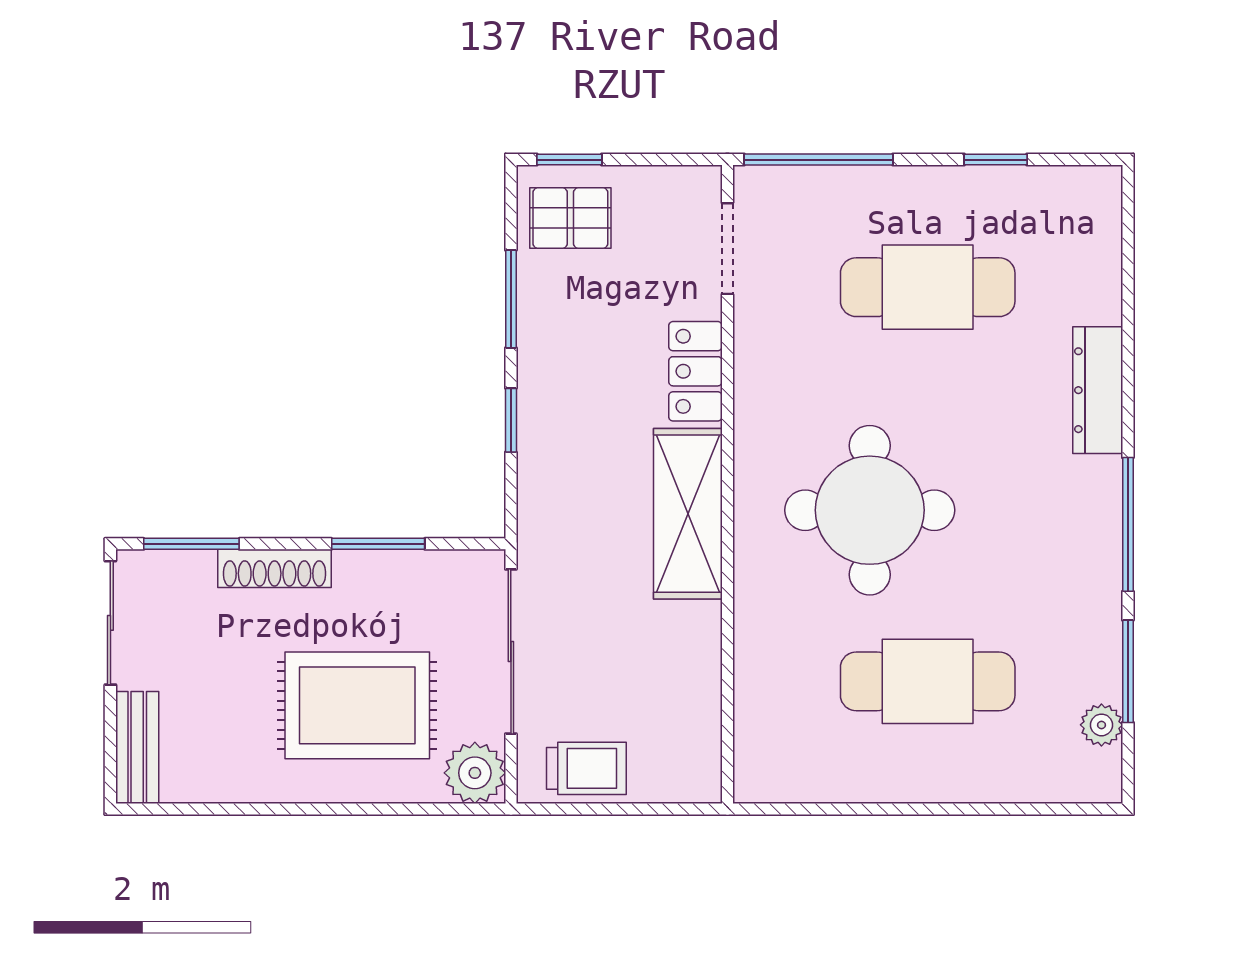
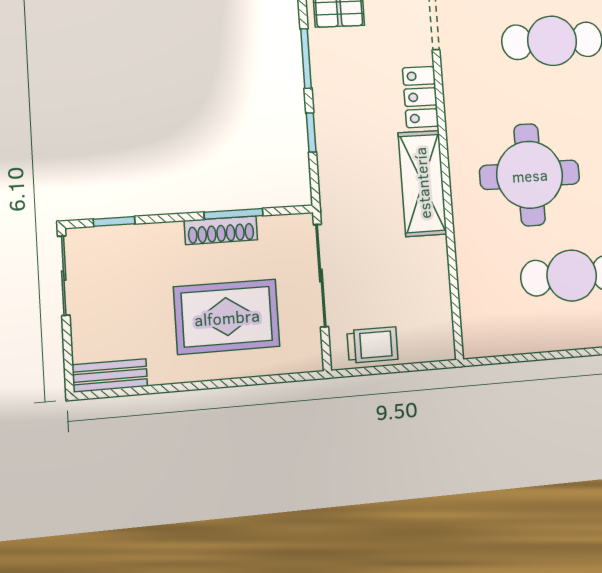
window: (191, 544) -> (114, 221), width x0.67
shoe rack: (275, 568) -> (221, 230), moved
bench: (137, 747) -> (110, 376), moved, turned 90
plant: (475, 773) -> (304, 353), removed

